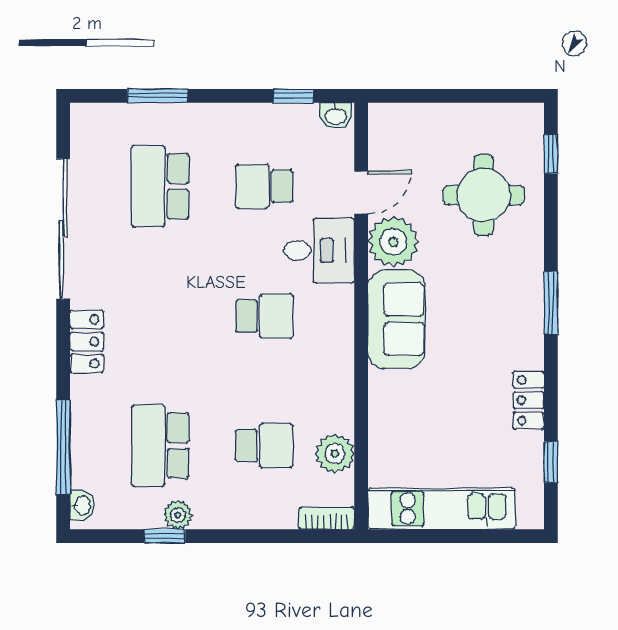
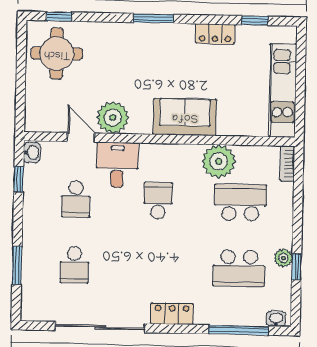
school desk: (160, 186) -> (74, 265), width x0.54
round table: (484, 195) -> (57, 54), moved
sofa: (396, 319) -> (185, 117), moved
school desk: (264, 446) -> (240, 202), width x1.85
plant: (335, 454) -> (219, 161), moved, width x1.36, depth x1.36

